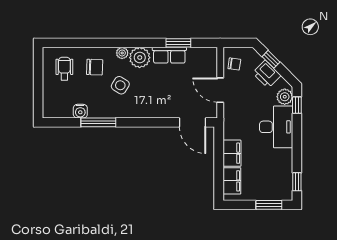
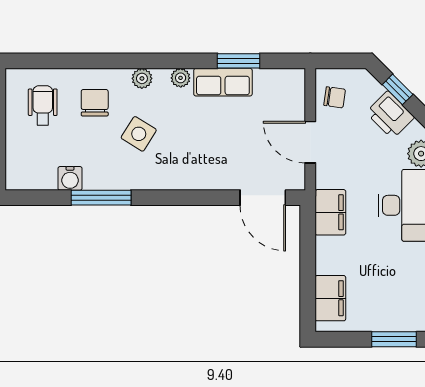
plant: (140, 58) -> (181, 78), width x0.53, depth x0.53
chair: (95, 67) -> (95, 103), turned -92
filing cabinet: (232, 153) -> (330, 212), moved

